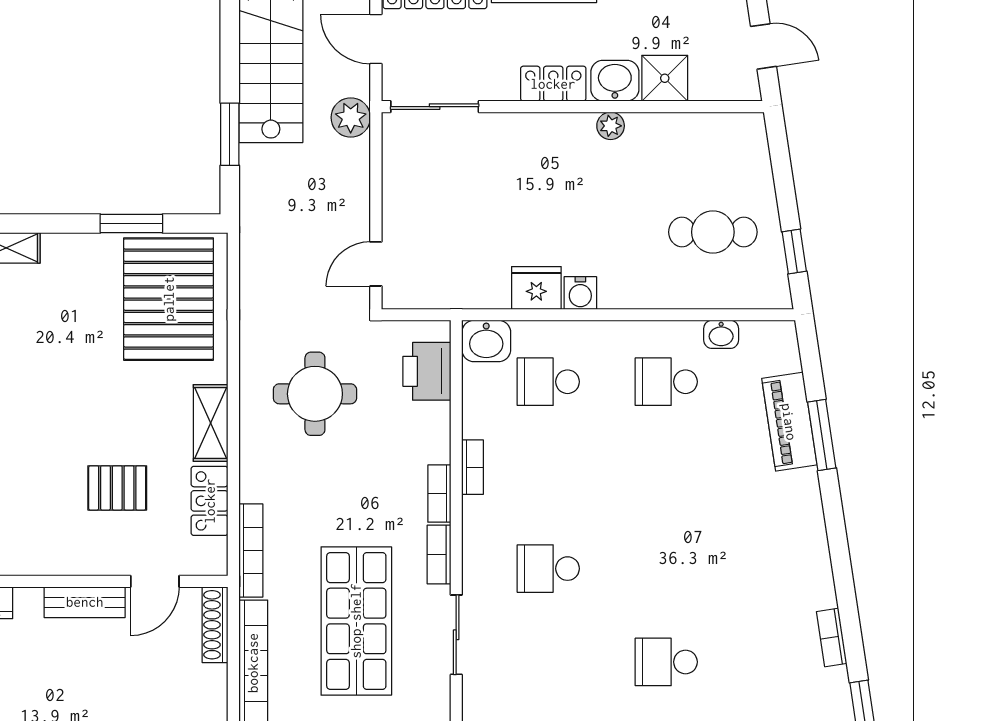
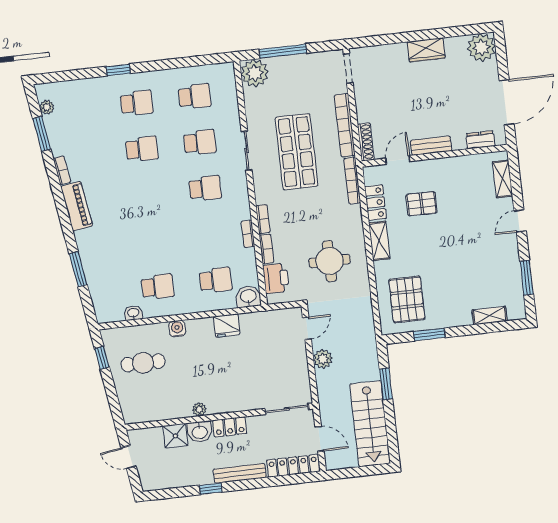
plant: (351, 117) -> (323, 359), moved
water cooler: (580, 293) -> (177, 329), moved
pallet: (169, 299) -> (407, 299), width x0.73, depth x0.71
piano: (789, 422) -> (77, 206), moved
bookcase: (439, 555) -> (266, 249), moved
school desk: (548, 662) -> (200, 142), added

